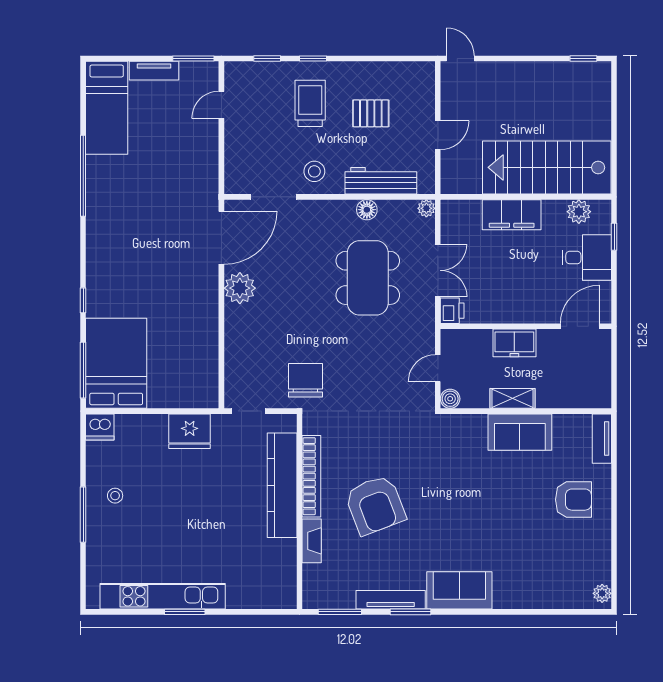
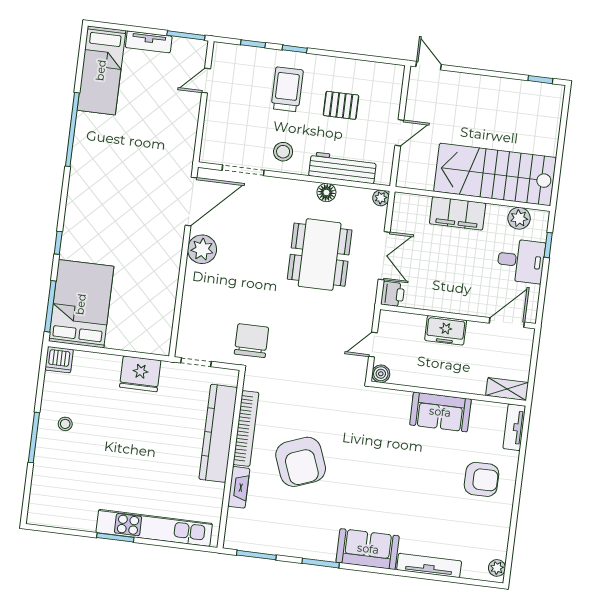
shelving: (513, 398) -> (507, 389), moved
kitchen unit: (163, 596) -> (154, 528), moved
tv unit: (391, 600) -> (429, 565), moved

